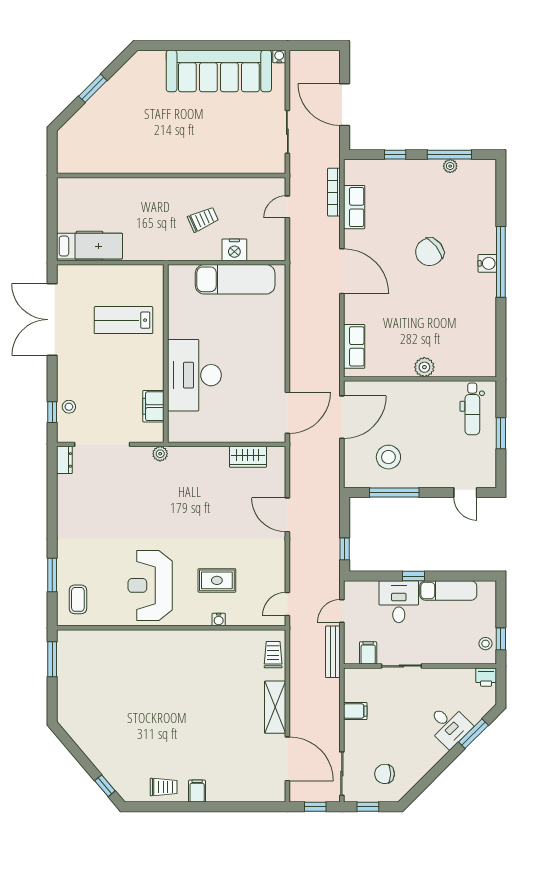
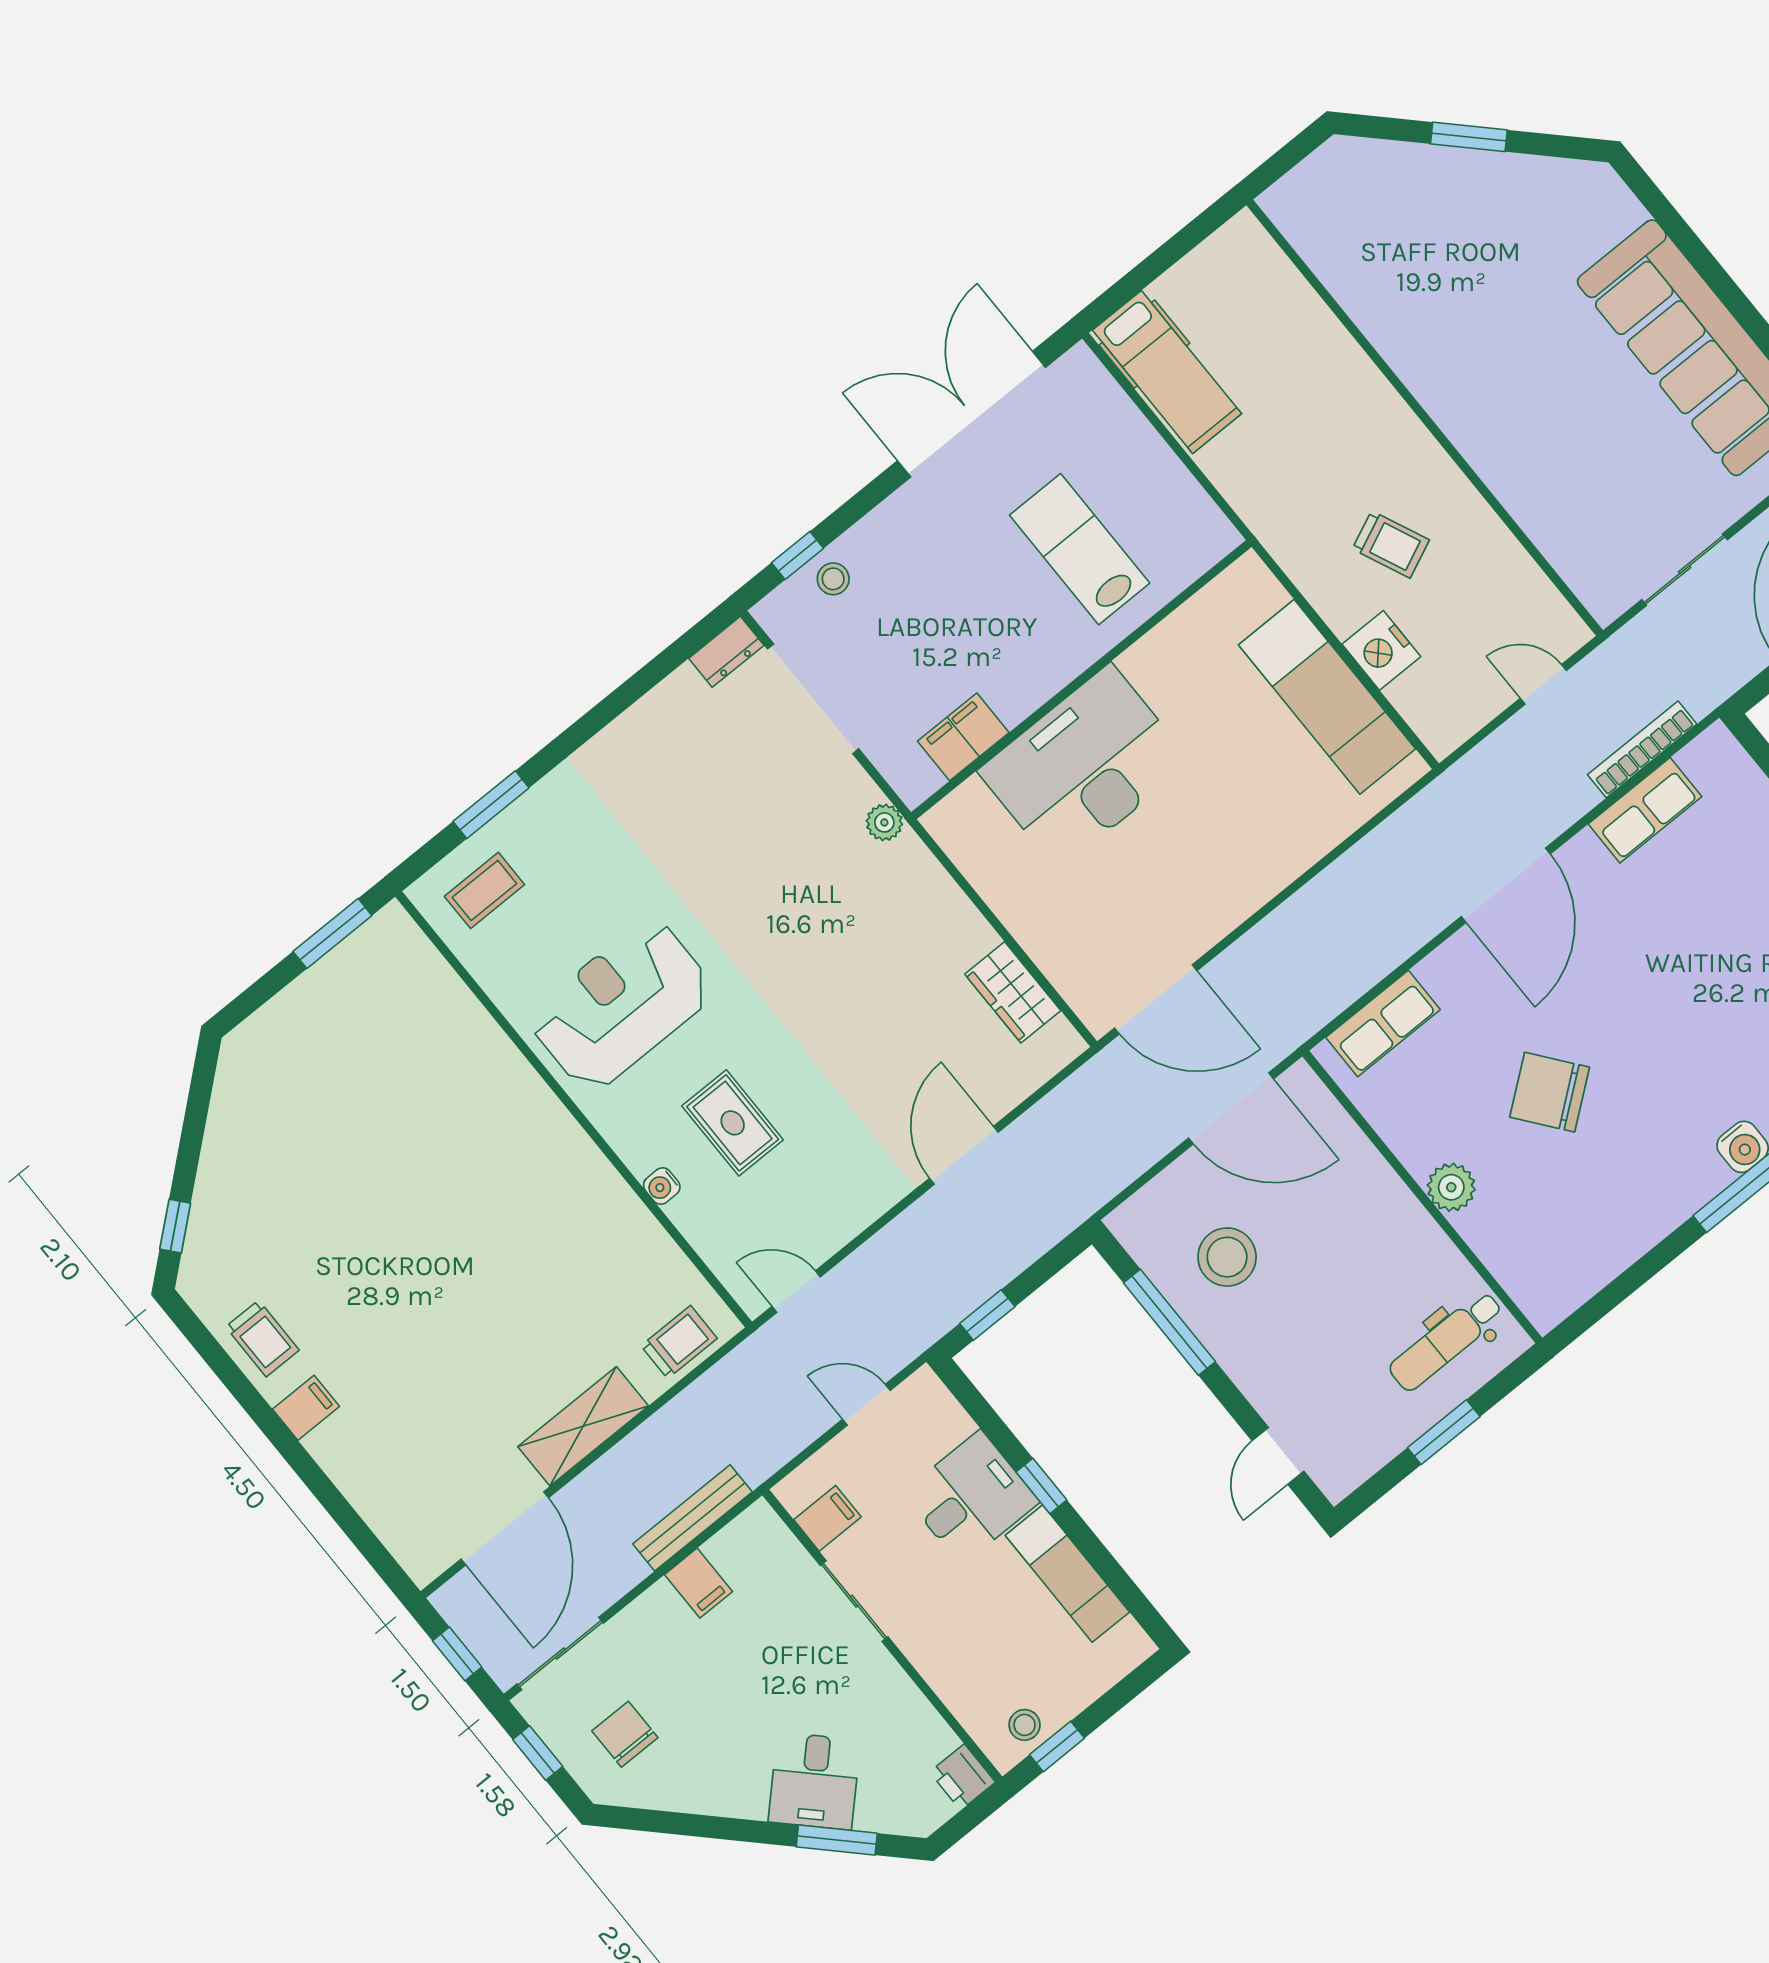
chair: (430, 252) -> (1550, 1092), moved
bench: (333, 652) -> (692, 1518), moved

